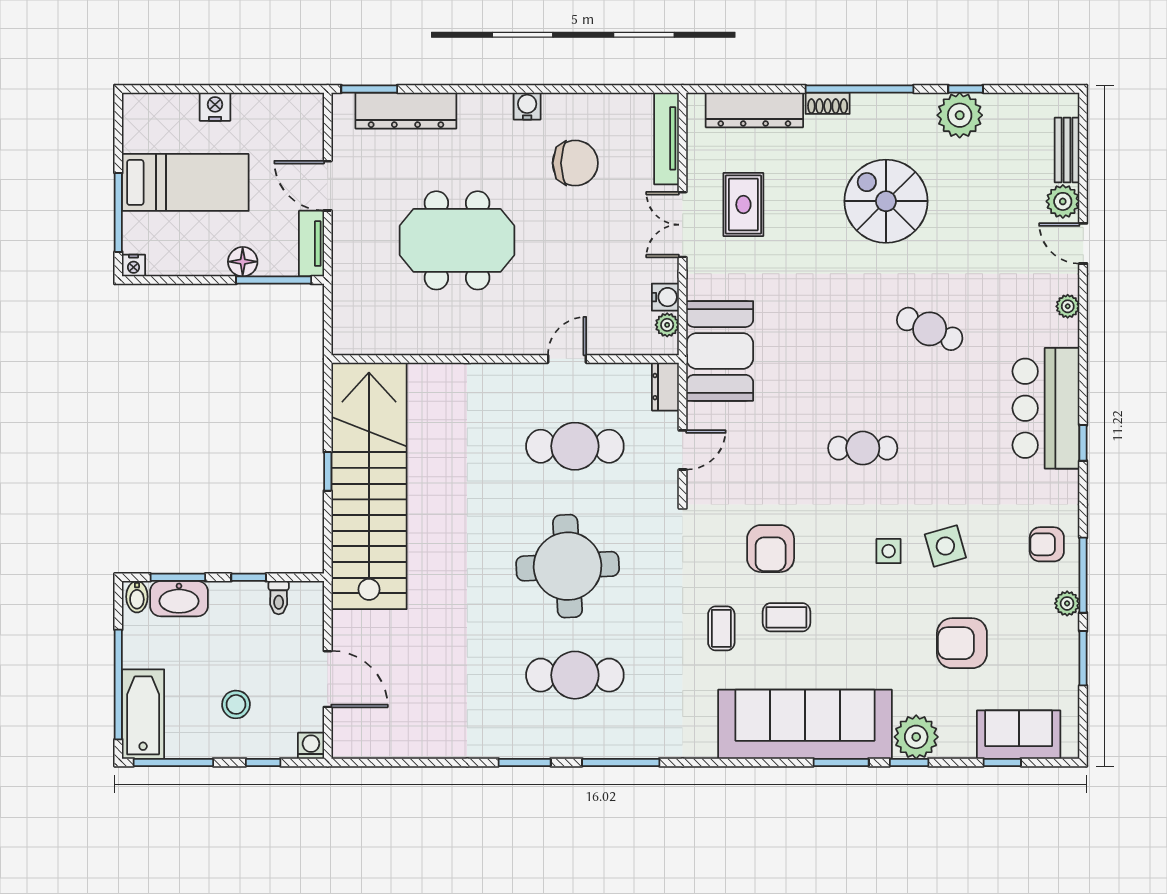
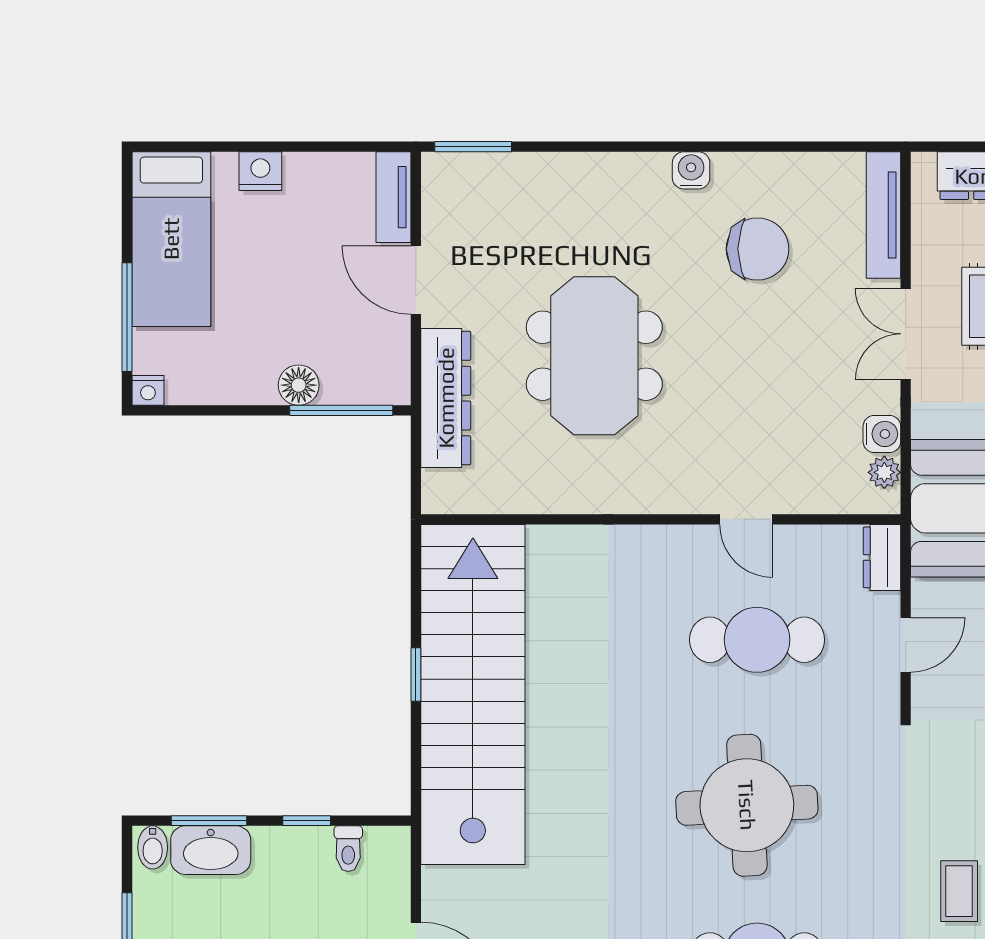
dresser: (406, 111) -> (446, 398), moved, turned -90
bed: (185, 182) -> (171, 239), moved, turned 90
meeting table: (457, 240) -> (594, 356), turned 90
tv unit: (311, 244) -> (393, 197), moved
door: (567, 359) -> (746, 519), swing flipped

